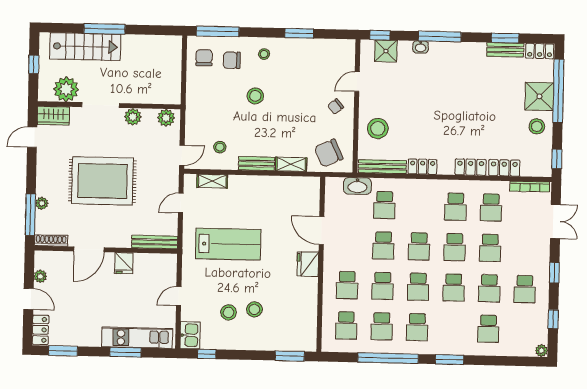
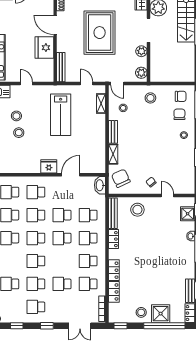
stool: (255, 96) -> (150, 98), moved
washbasin: (357, 186) -> (100, 185), moved
school desk: (455, 247) -> (88, 238), moved
fridge: (124, 263) -> (44, 48), width x1.88, depth x1.34

